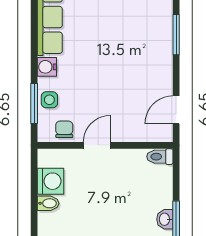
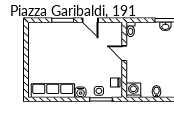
door: (176, 110) -> (90, 20), moved
door: (97, 145) -> (124, 53), moved
washing machine: (50, 181) -> (133, 90), moved

